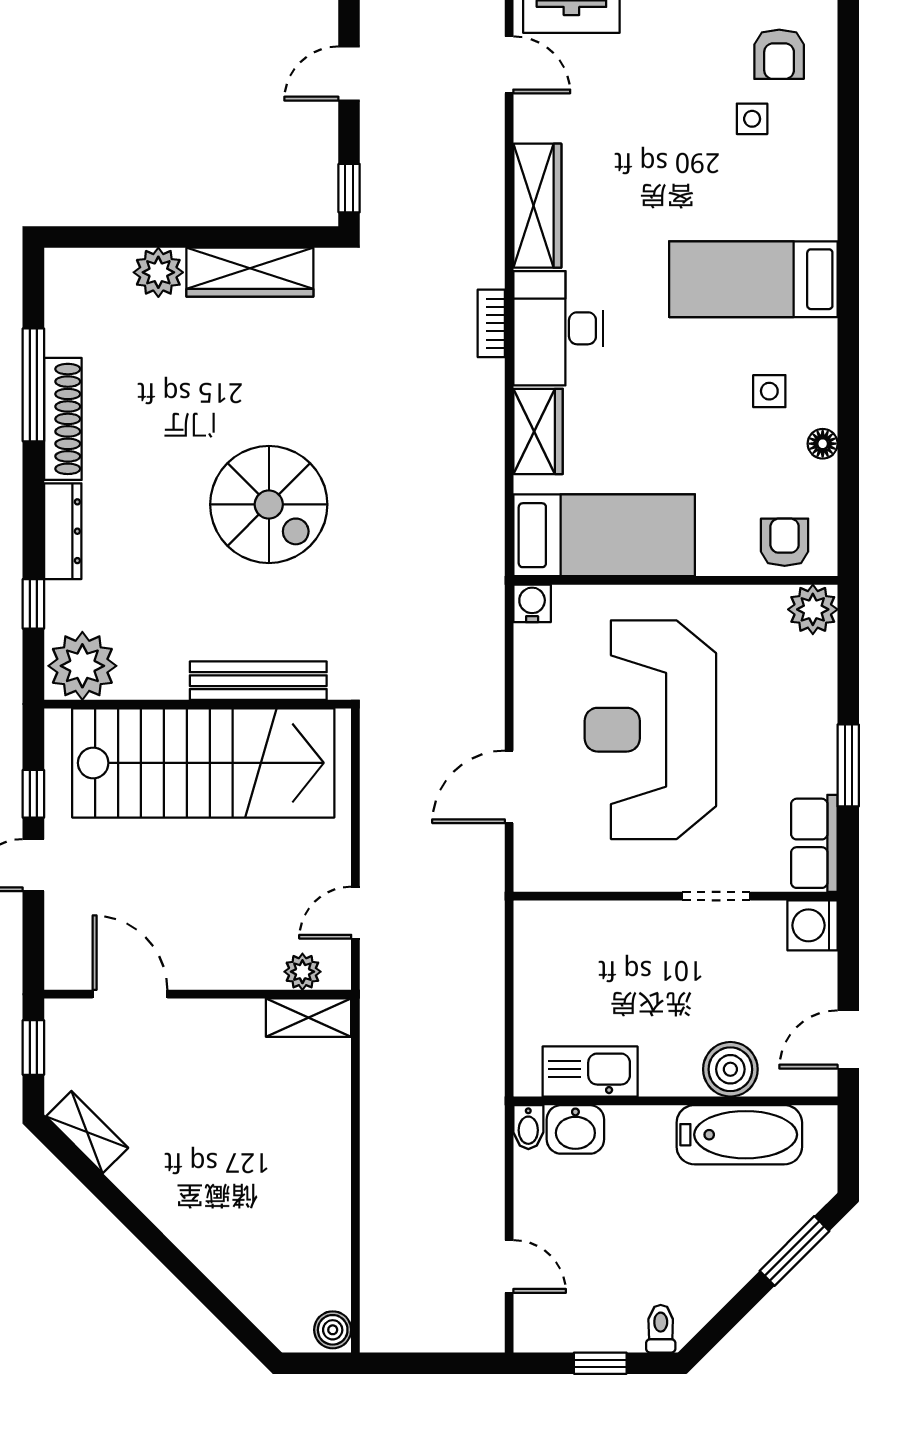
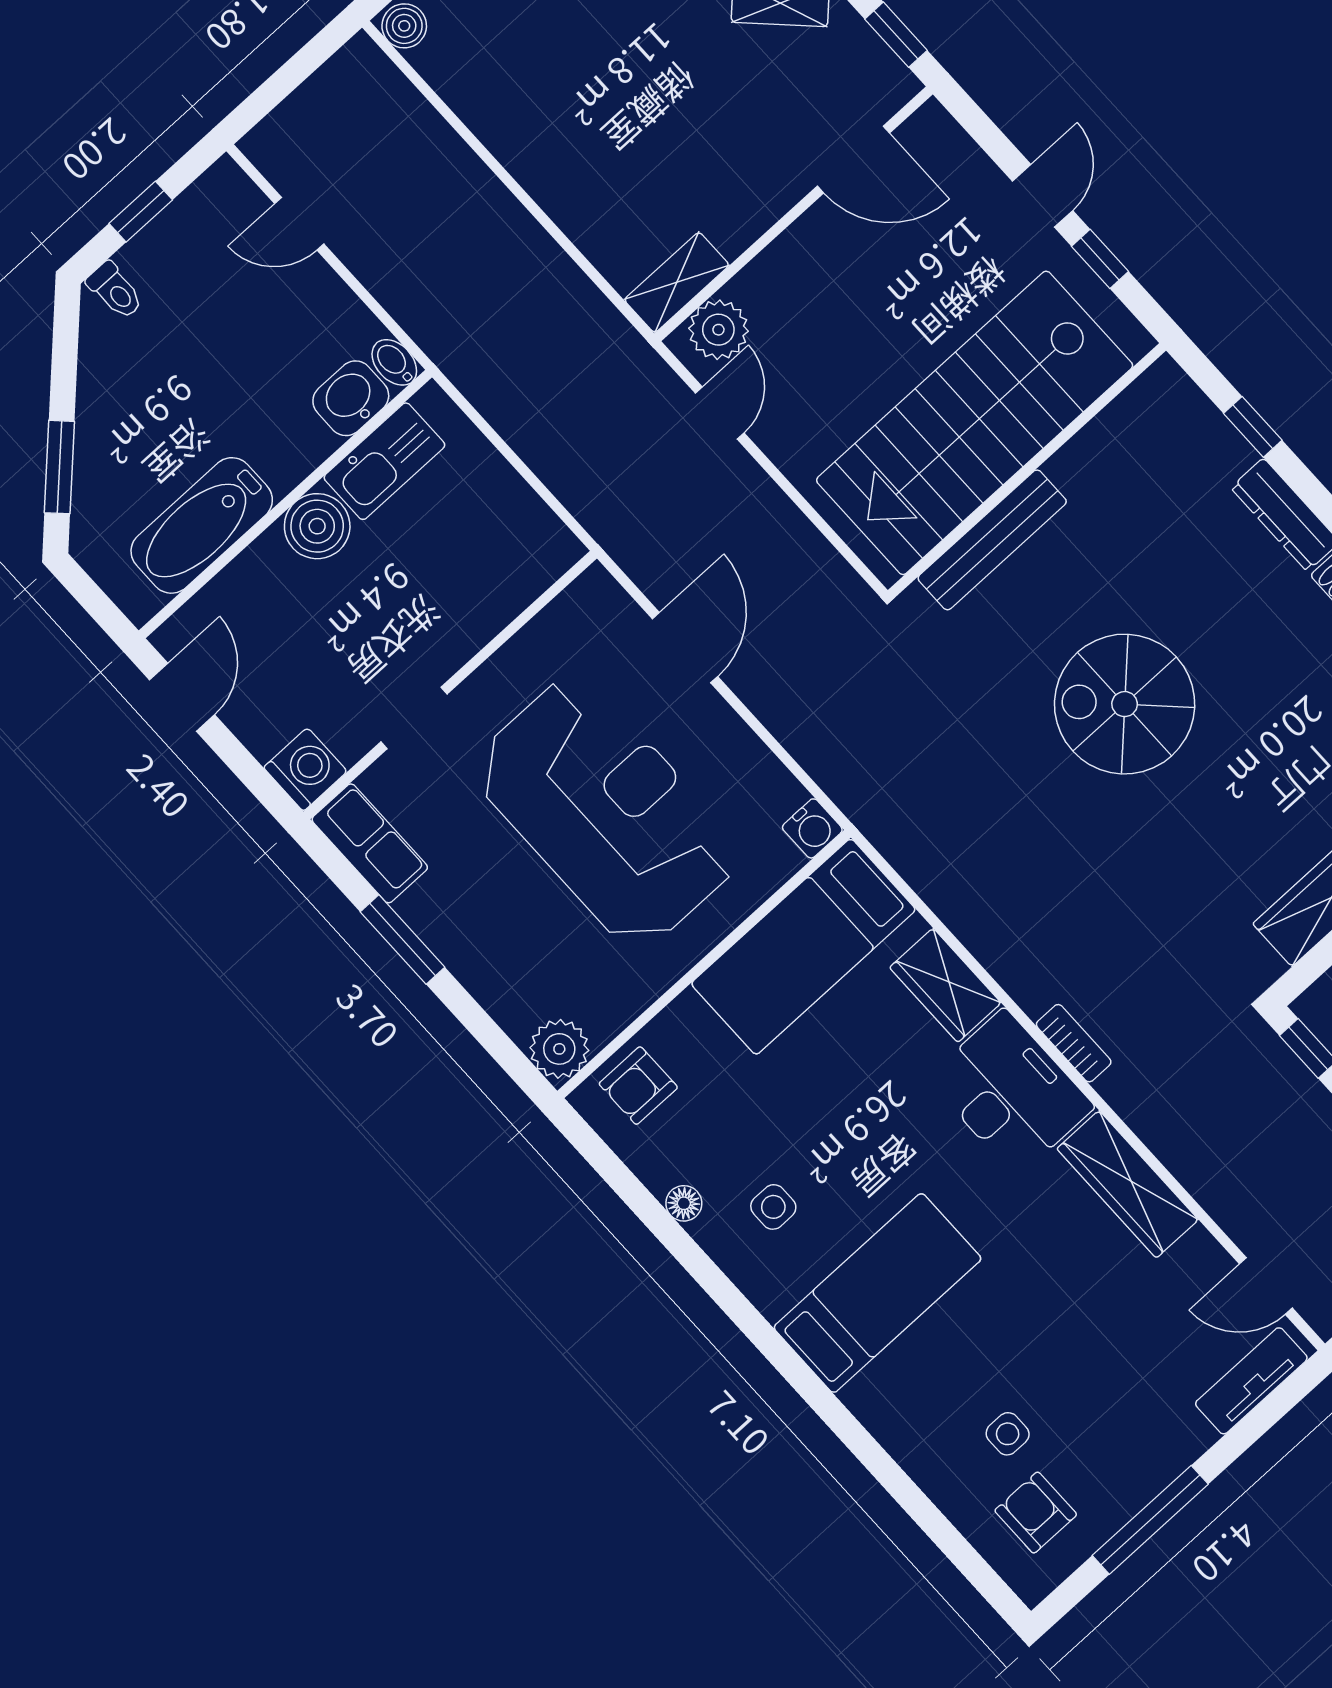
armchair: (785, 542) -> (638, 1086), turned 90
plant: (82, 666) -> (1160, 412), removed
plant: (302, 972) -> (718, 330), width x1.38, depth x1.38
boiler: (730, 1069) -> (317, 526), moved

